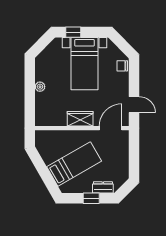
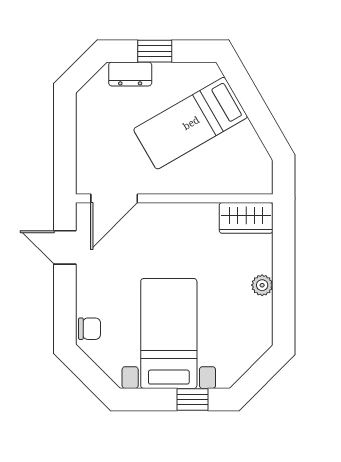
wardrobe: (80, 119) -> (246, 218), moved

